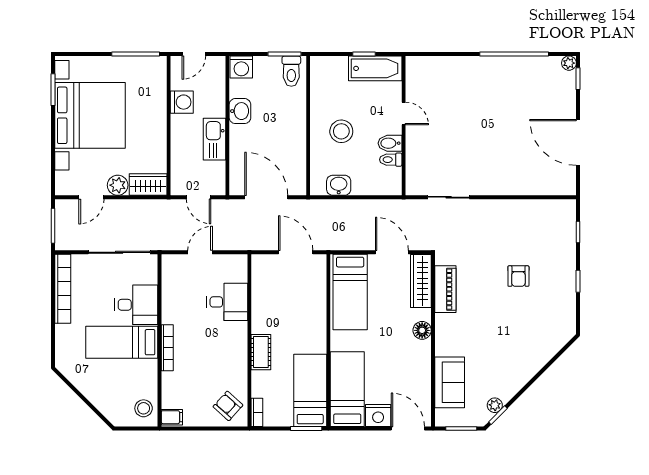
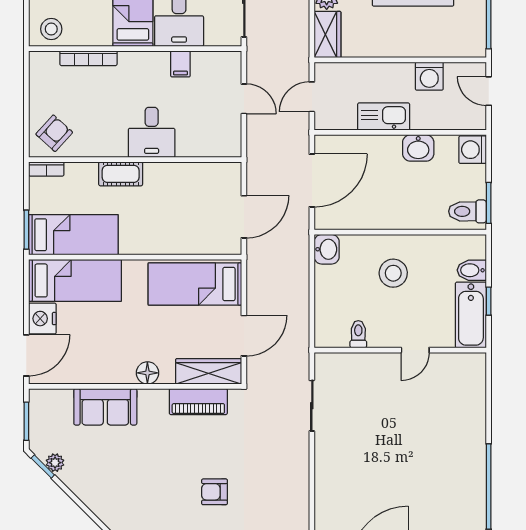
bidet: (390, 143) -> (472, 270), moved, turned -90
washbasin: (339, 185) -> (327, 249), moved
desk: (227, 302) -> (152, 132), moved
bookcase: (167, 348) -> (88, 58), moved
sofa: (450, 382) -> (105, 407), moved
filing cabinet: (172, 417) -> (180, 64), moved

